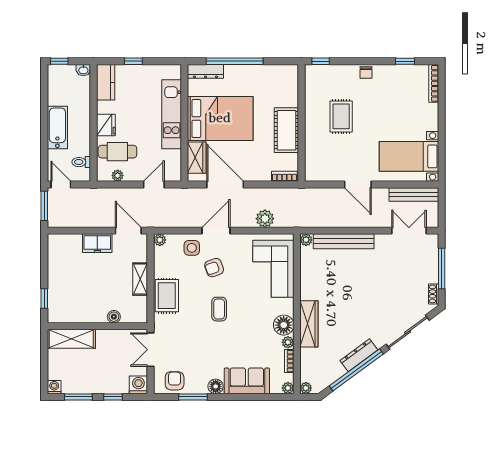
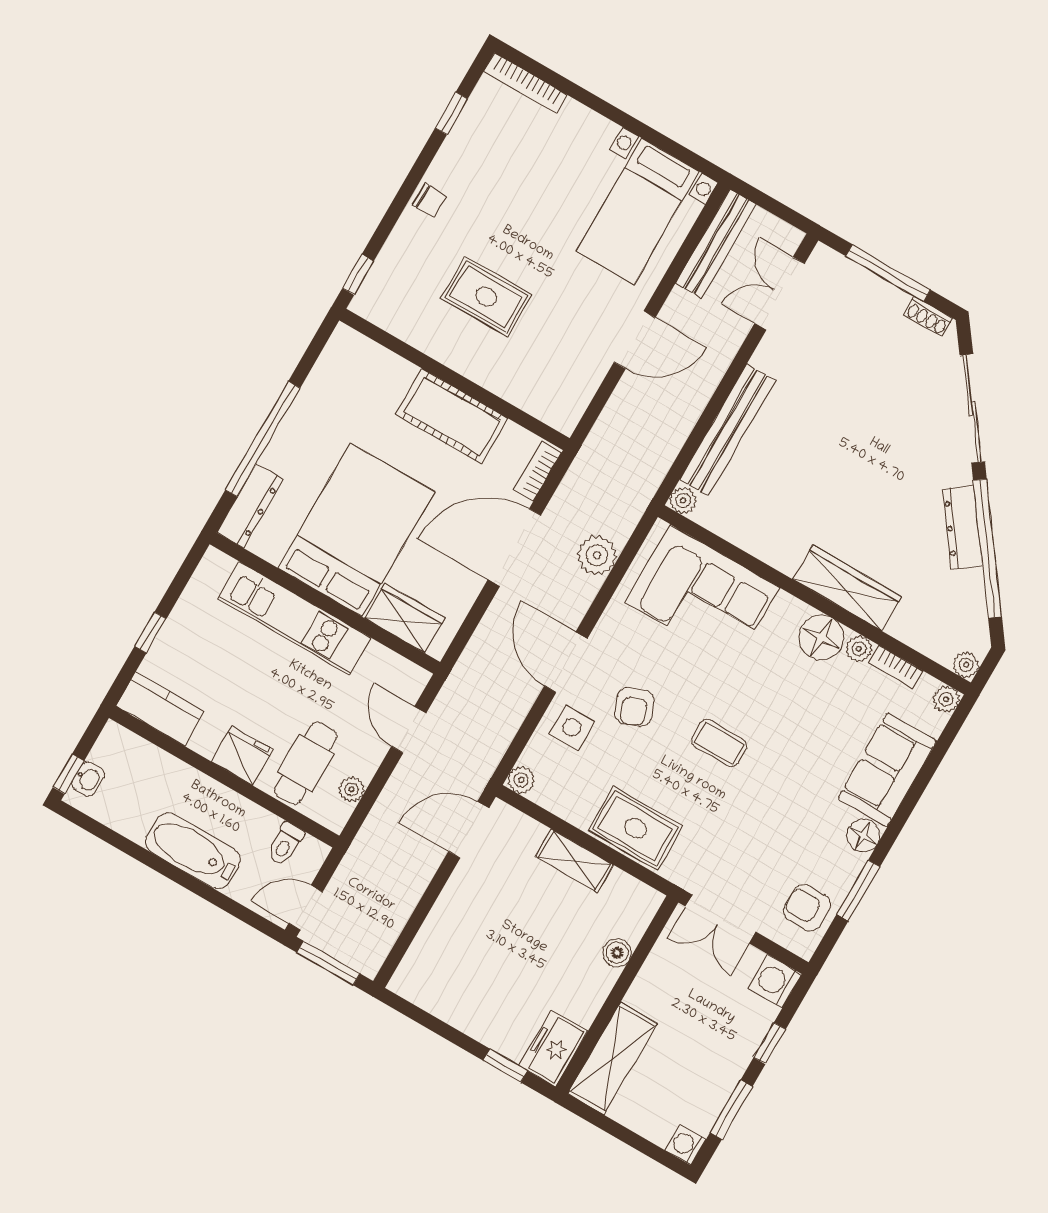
washbasin: (83, 70) -> (88, 779), moved
door: (225, 184) -> (514, 547), moved
freezer: (97, 243) -> (554, 1049), moved, turned 180

